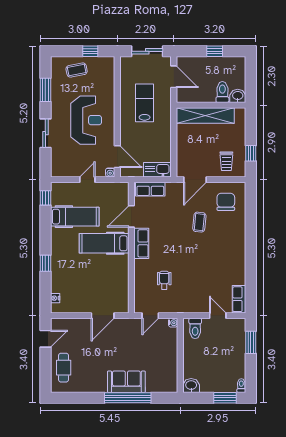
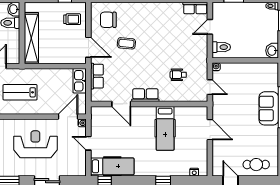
row of seats: (150, 189) -> (97, 76), moved
hospital bed: (75, 217) -> (112, 166), moved, turned 90
hospital bed: (104, 243) -> (165, 128), moved

